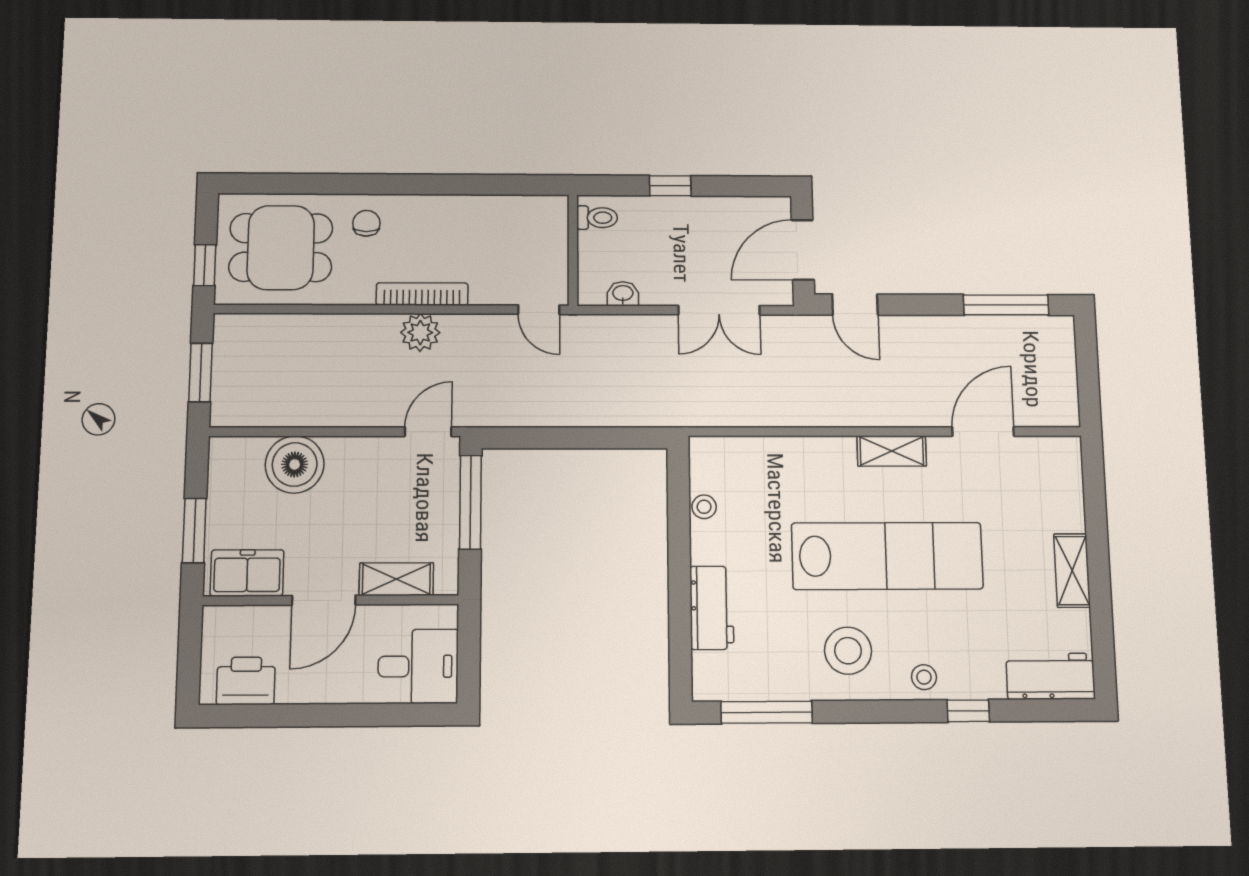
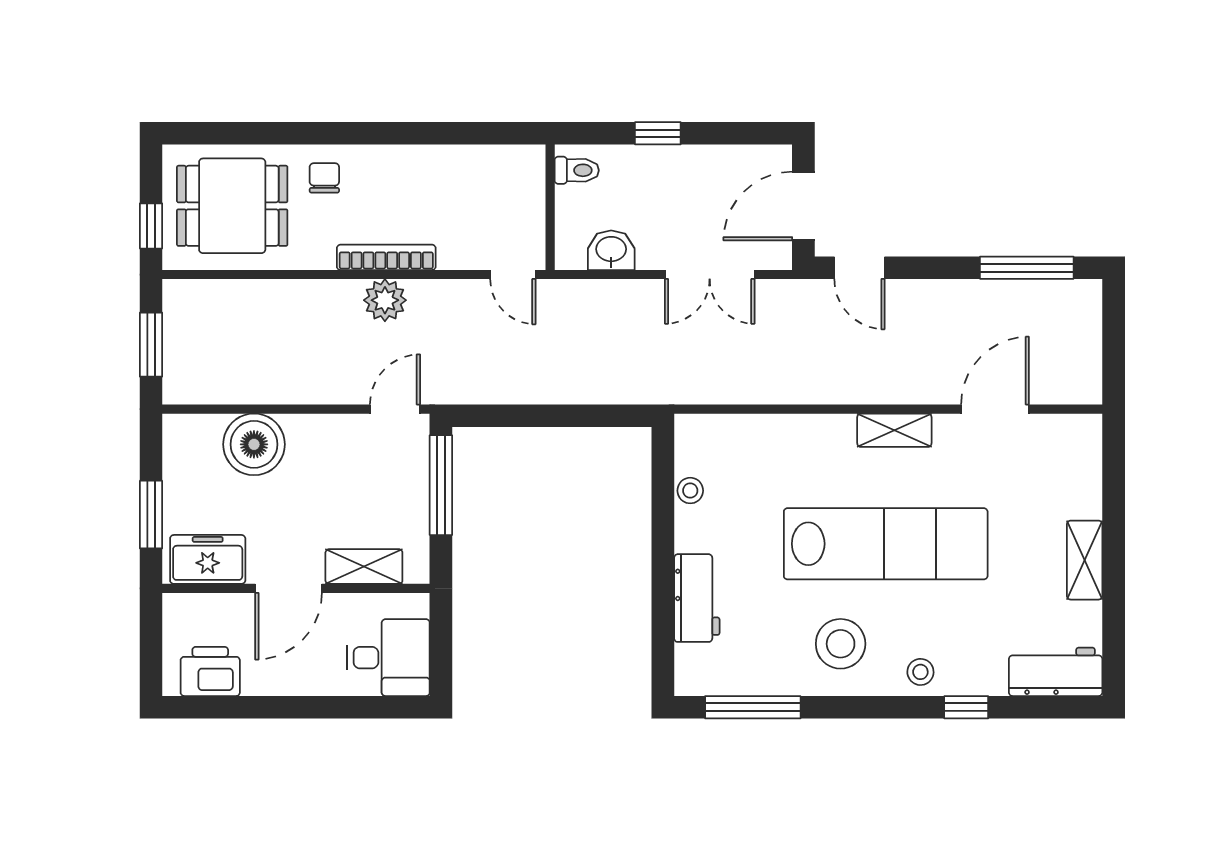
washbasin: (623, 294) -> (611, 250), width x1.38, depth x1.45

